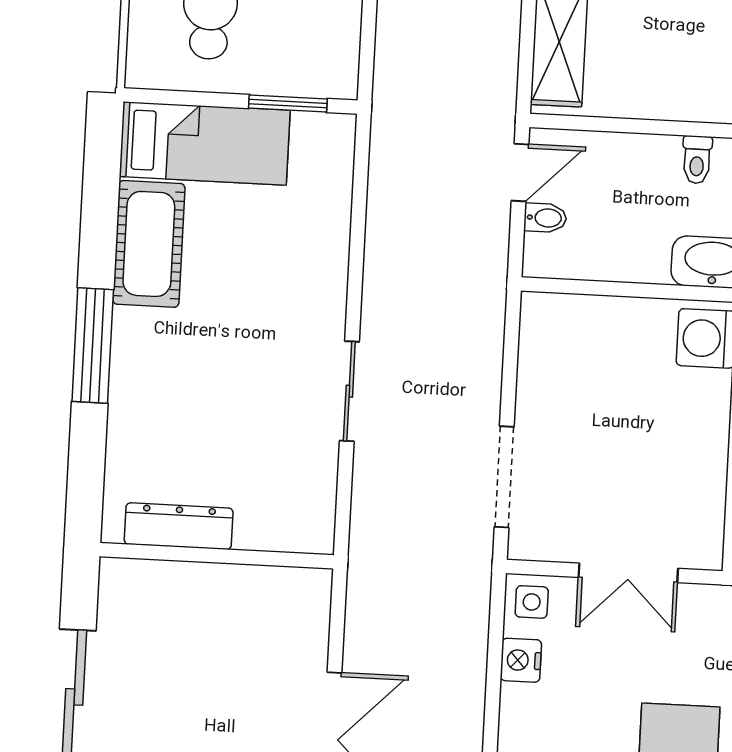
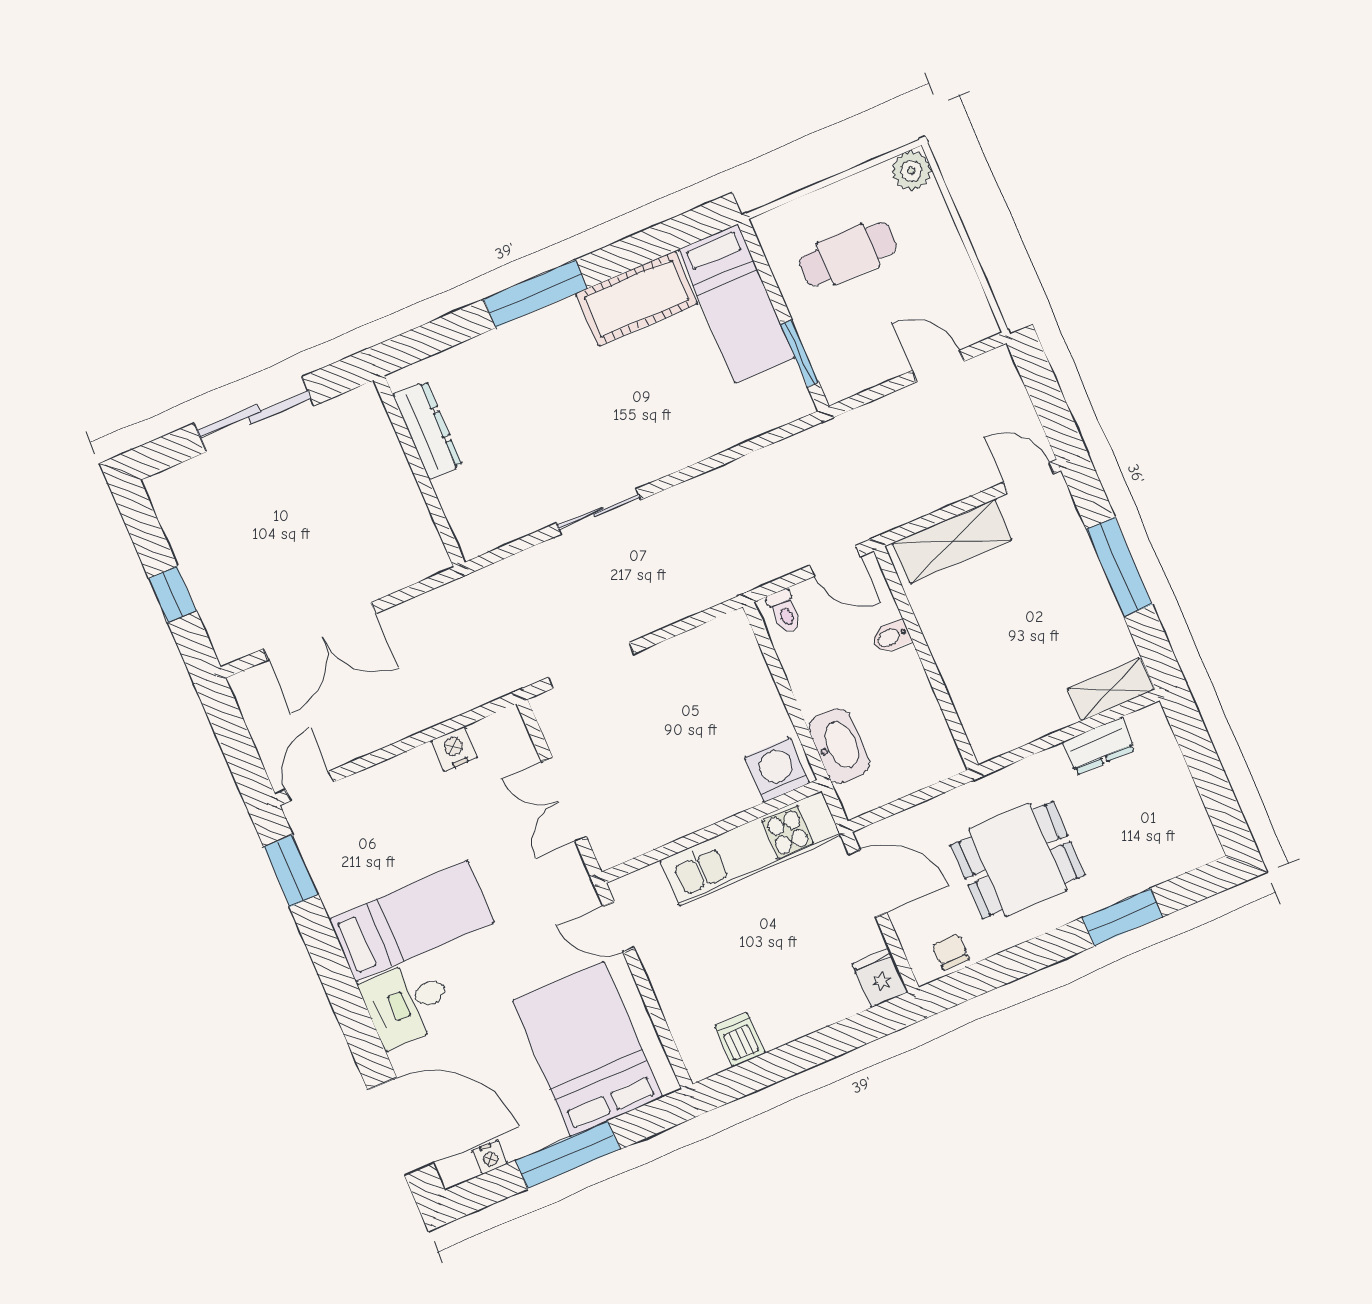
toilet: (697, 160) -> (784, 611), moved, turned -90
bidet: (545, 218) -> (891, 637), moved, turned 90
side table: (532, 602) -> (504, 735), removed

